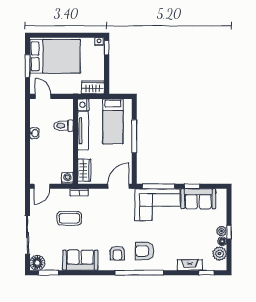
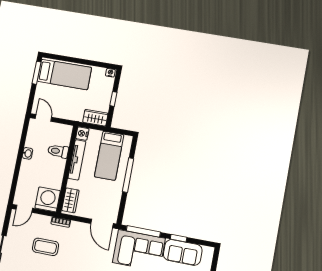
window: (107, 48) -> (113, 99), moved
bed: (55, 56) -> (64, 74), width x0.67
window: (27, 66) -> (36, 73), moved
washing machine: (67, 178) -> (48, 199), width x1.89, depth x1.89
door: (118, 186) -> (102, 224), swing flipped

